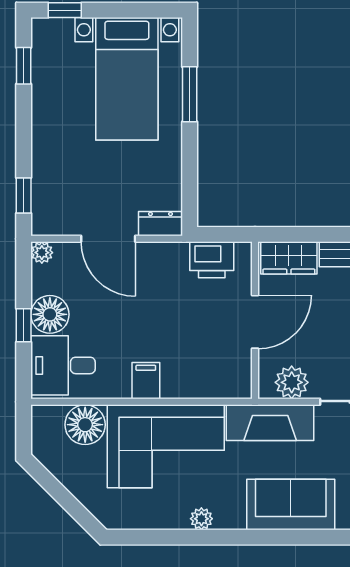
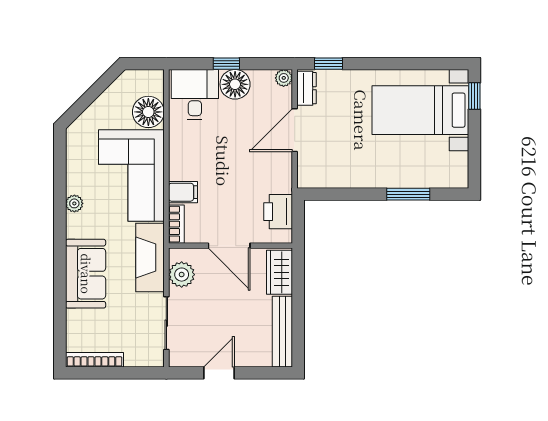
window: (24, 66) -> (431, 64), removed
bed with nightstands: (127, 79) -> (420, 110), moved
dresser: (160, 224) -> (307, 88), moved
filing cabinet: (146, 381) -> (183, 192), moved
bookcase: (228, 389) -> (176, 224), added

